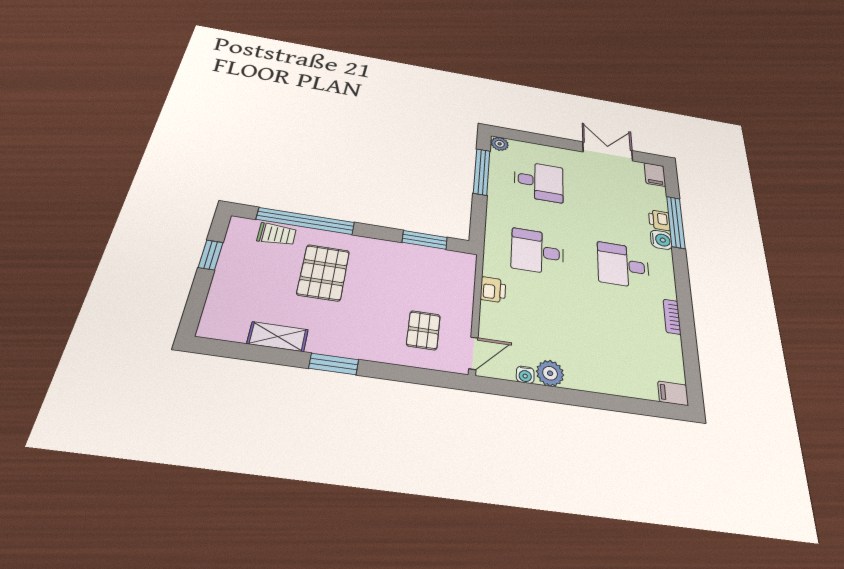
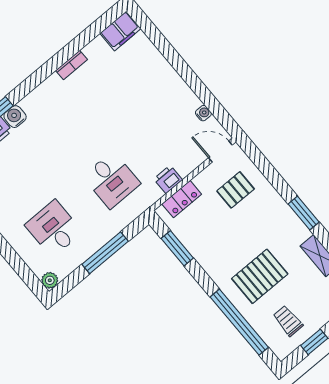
window: (482, 172) -> (105, 253), moved
trolley: (277, 234) -> (288, 321), moved
desk: (623, 265) -> (64, 123), removed
locker: (464, 283) -> (182, 199), added
plant: (550, 373) -> (188, 101), removed
filing cabinet: (673, 393) -> (120, 31), width x2.00

